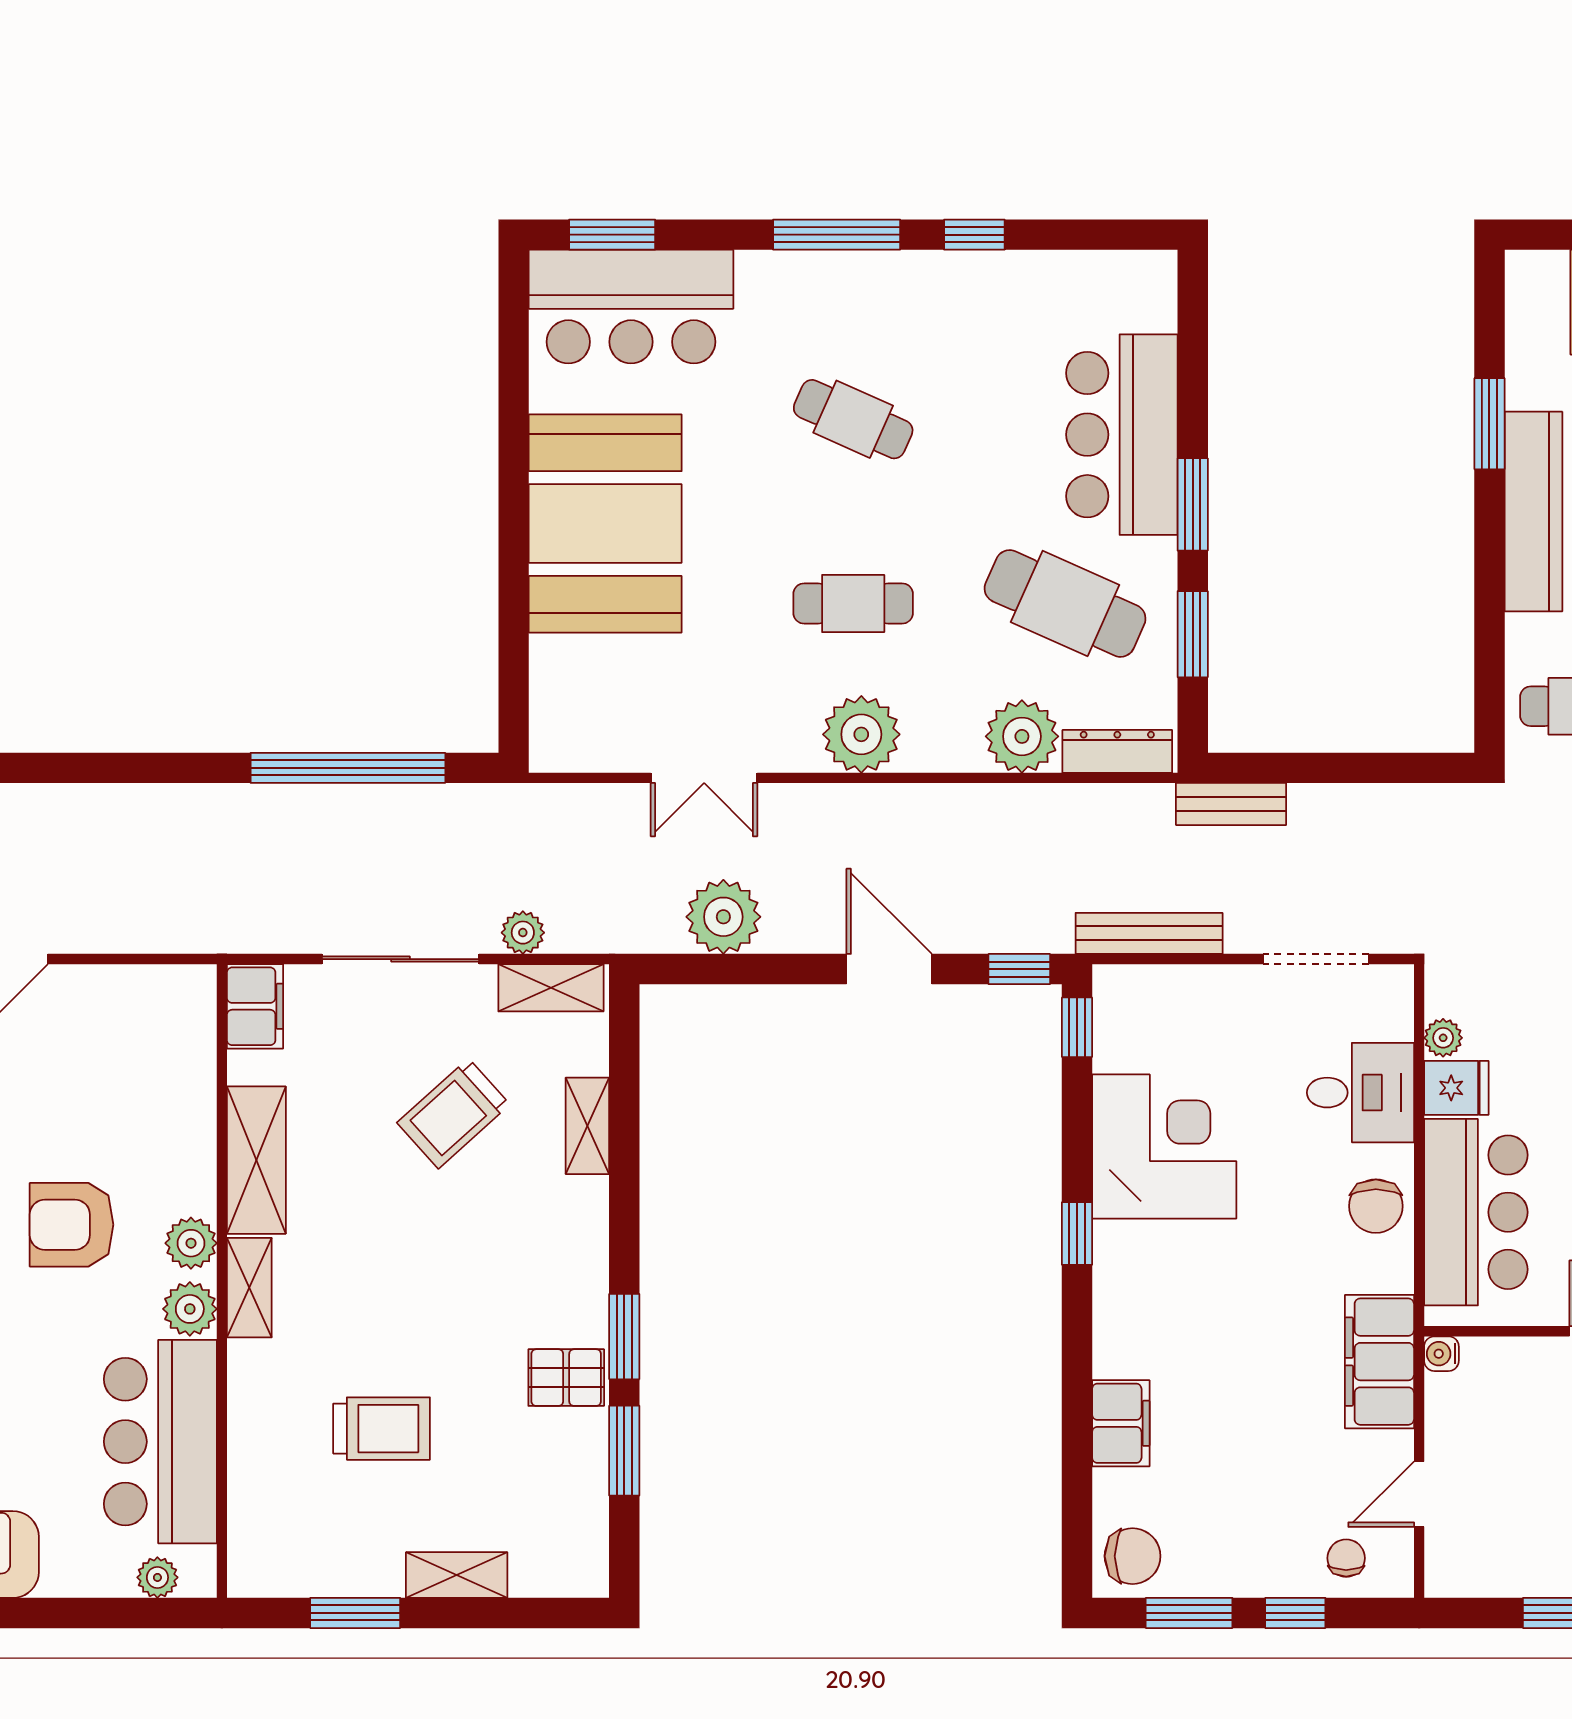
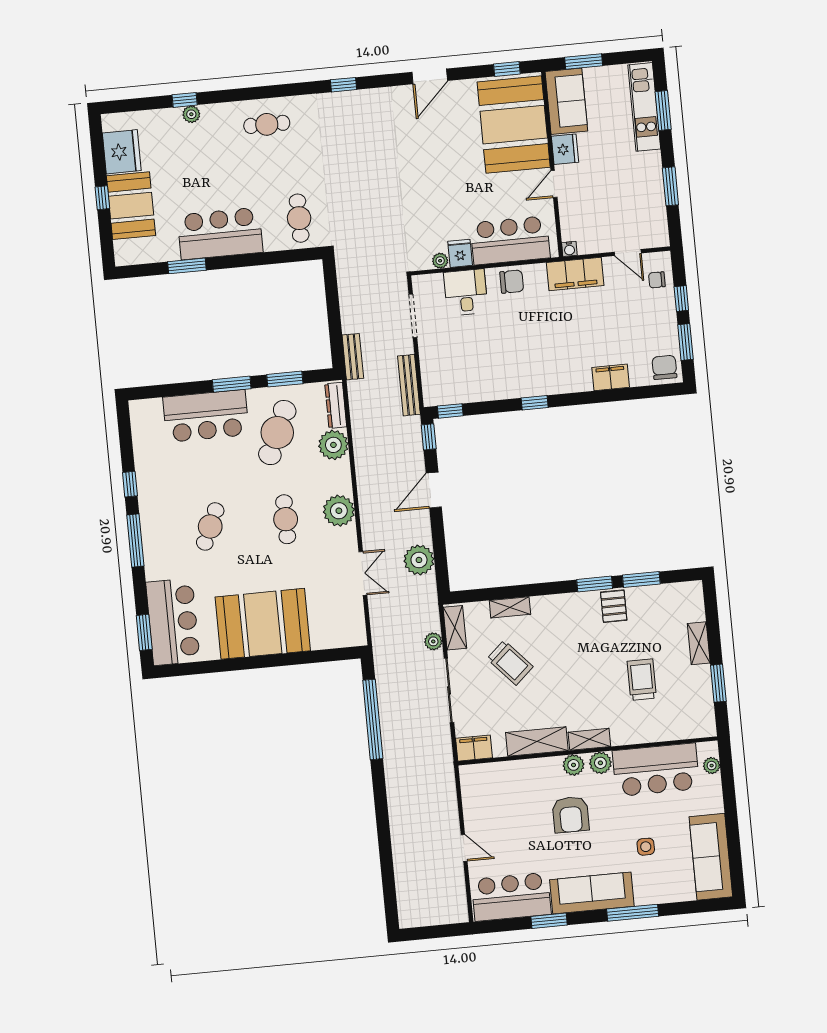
corner desk: (1164, 1147) -> (496, 371), removed

